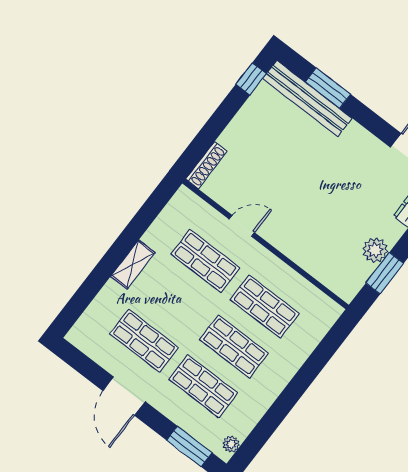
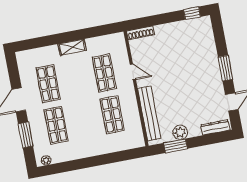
window: (328, 88) -> (225, 68), moved
bench: (307, 98) -> (149, 113), moved
shop shelf: (234, 346) -> (84, 120), removed
window: (189, 446) -> (26, 135), moved

